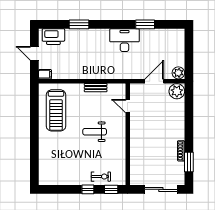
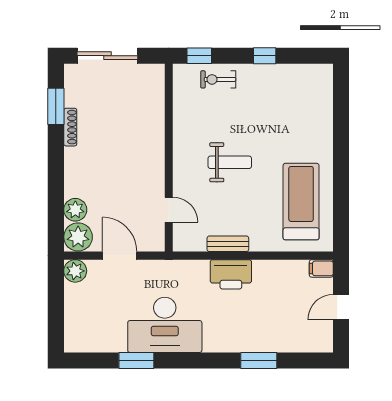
printer: (53, 37) -> (231, 274), moved, turned 180
desk: (124, 40) -> (165, 325), width x1.36, depth x1.30
door: (34, 53) -> (341, 307), swing flipped
door: (154, 81) -> (120, 256), swing flipped
plant: (178, 106) -> (75, 210), added
window: (88, 189) -> (265, 56), moved

